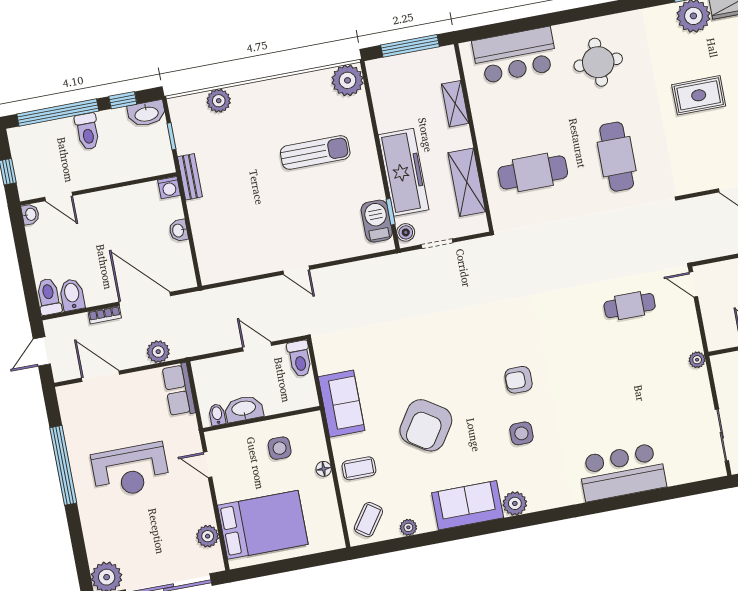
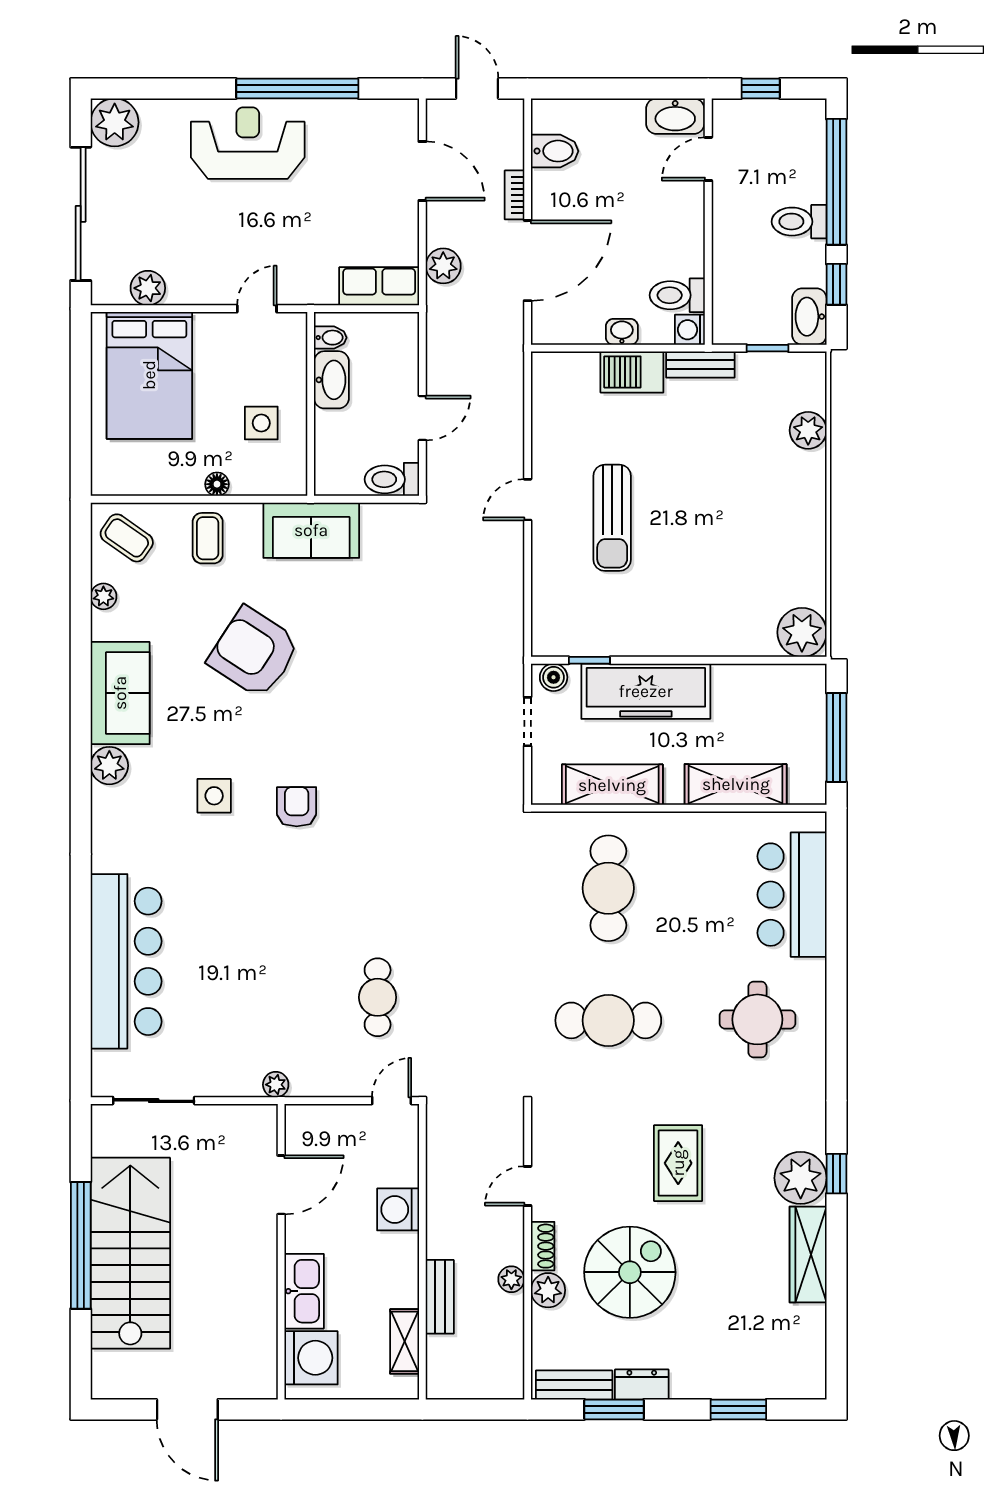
shelving: (455, 104) -> (736, 784), width x1.50, depth x1.33
sun lounger: (315, 153) -> (612, 518), moved
washbasin: (30, 214) -> (675, 116), width x1.91, depth x1.45
barbecue: (377, 221) -> (632, 372), moved, turned 180
toilet: (49, 297) -> (677, 295), moved, turned 180
door: (101, 376) -> (422, 171), hinge flipped
reception desk: (130, 470) -> (248, 143), moved, turned 90
bar counter: (622, 472) -> (126, 961), width x1.36

